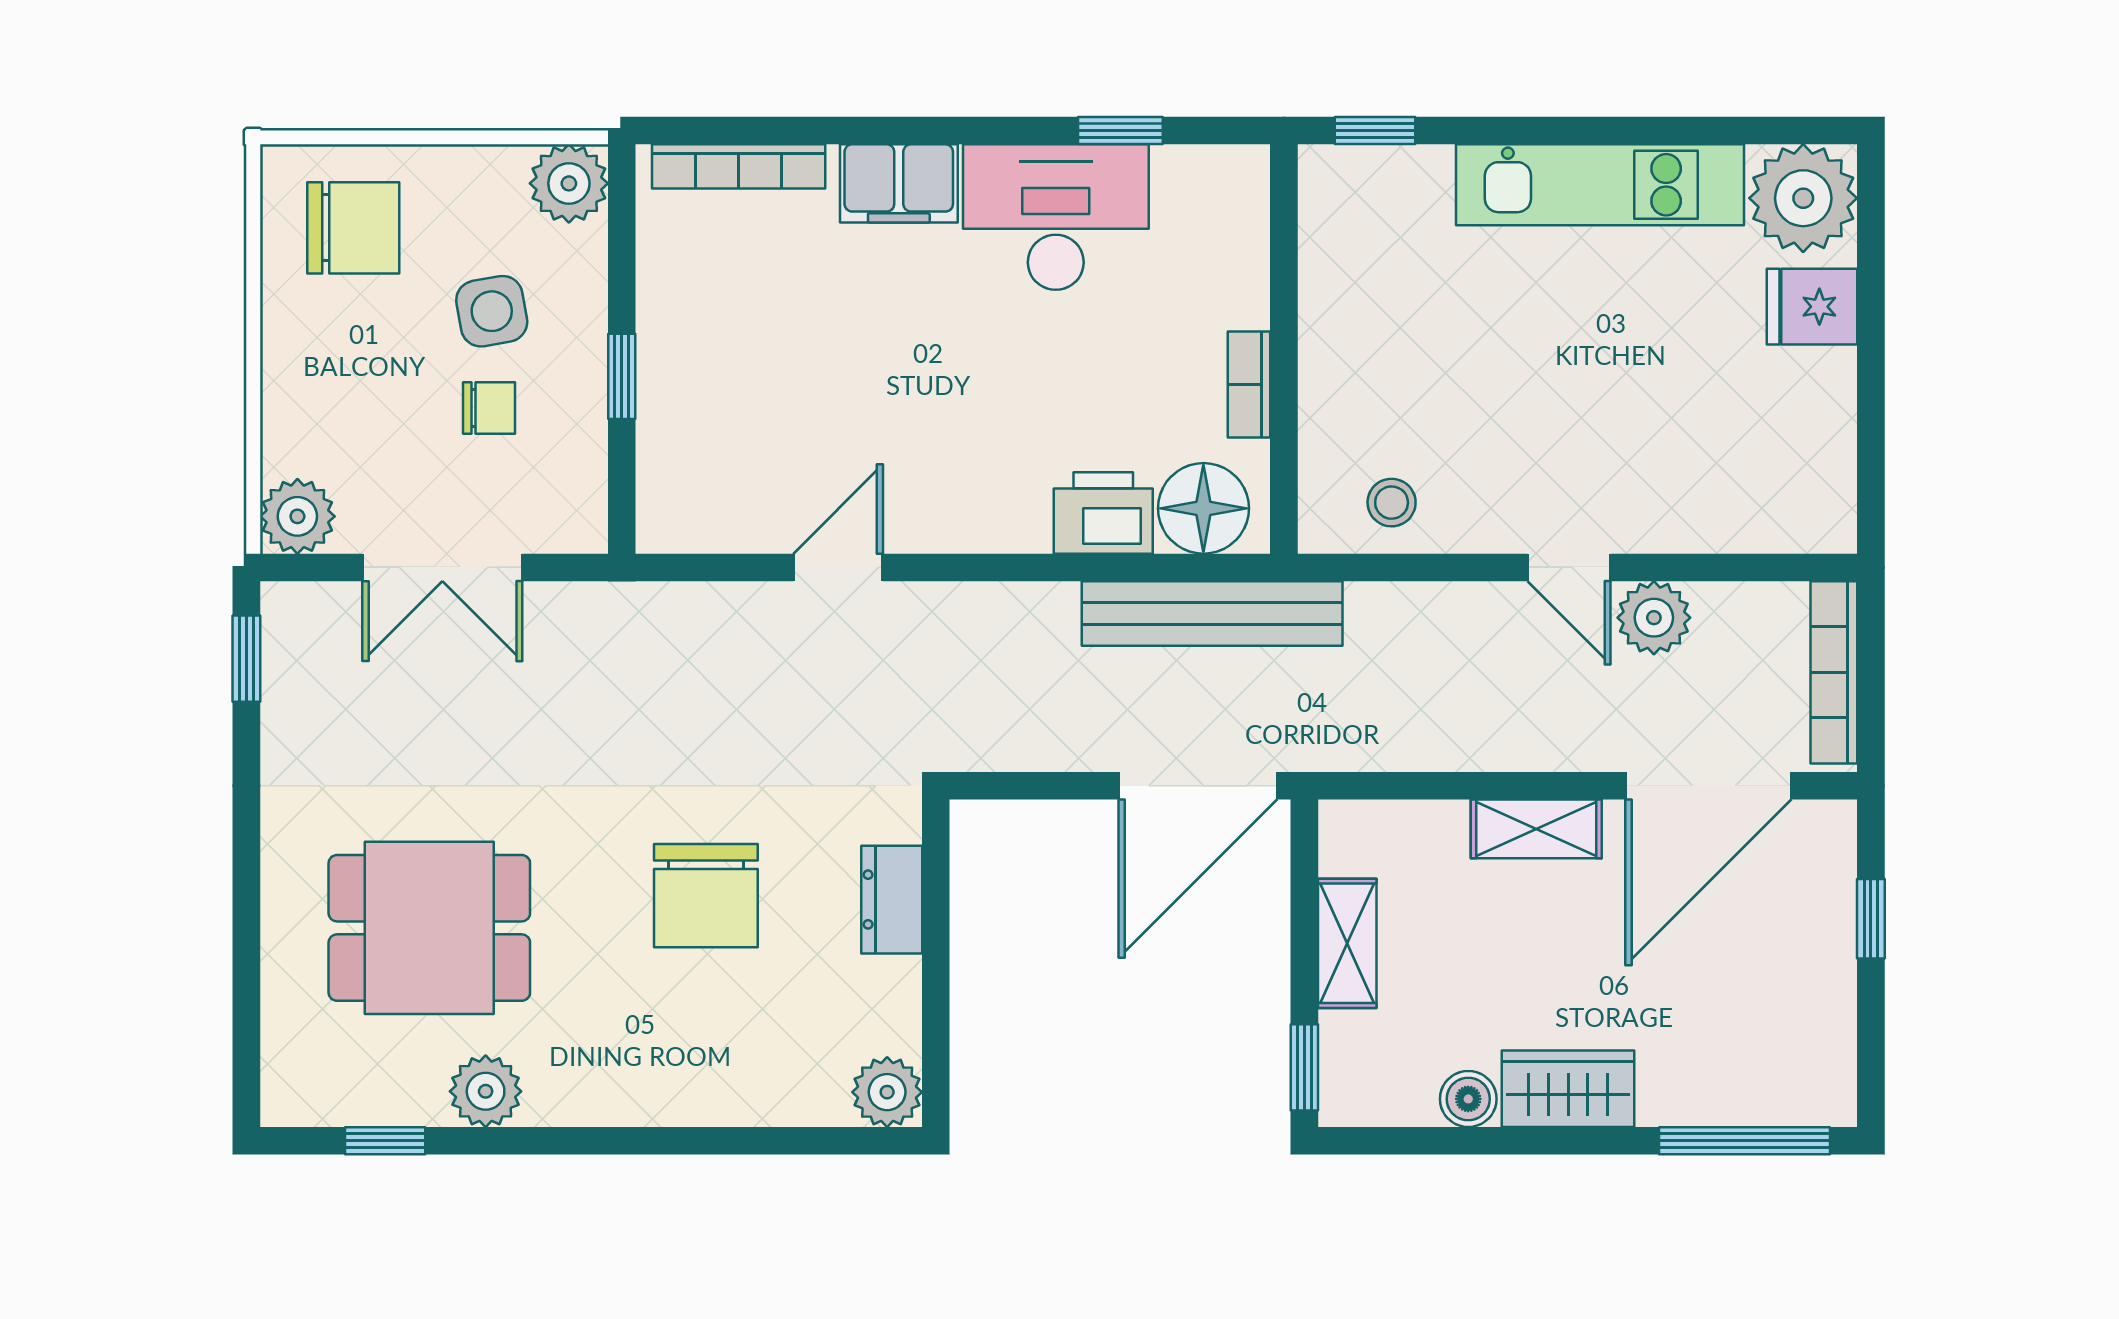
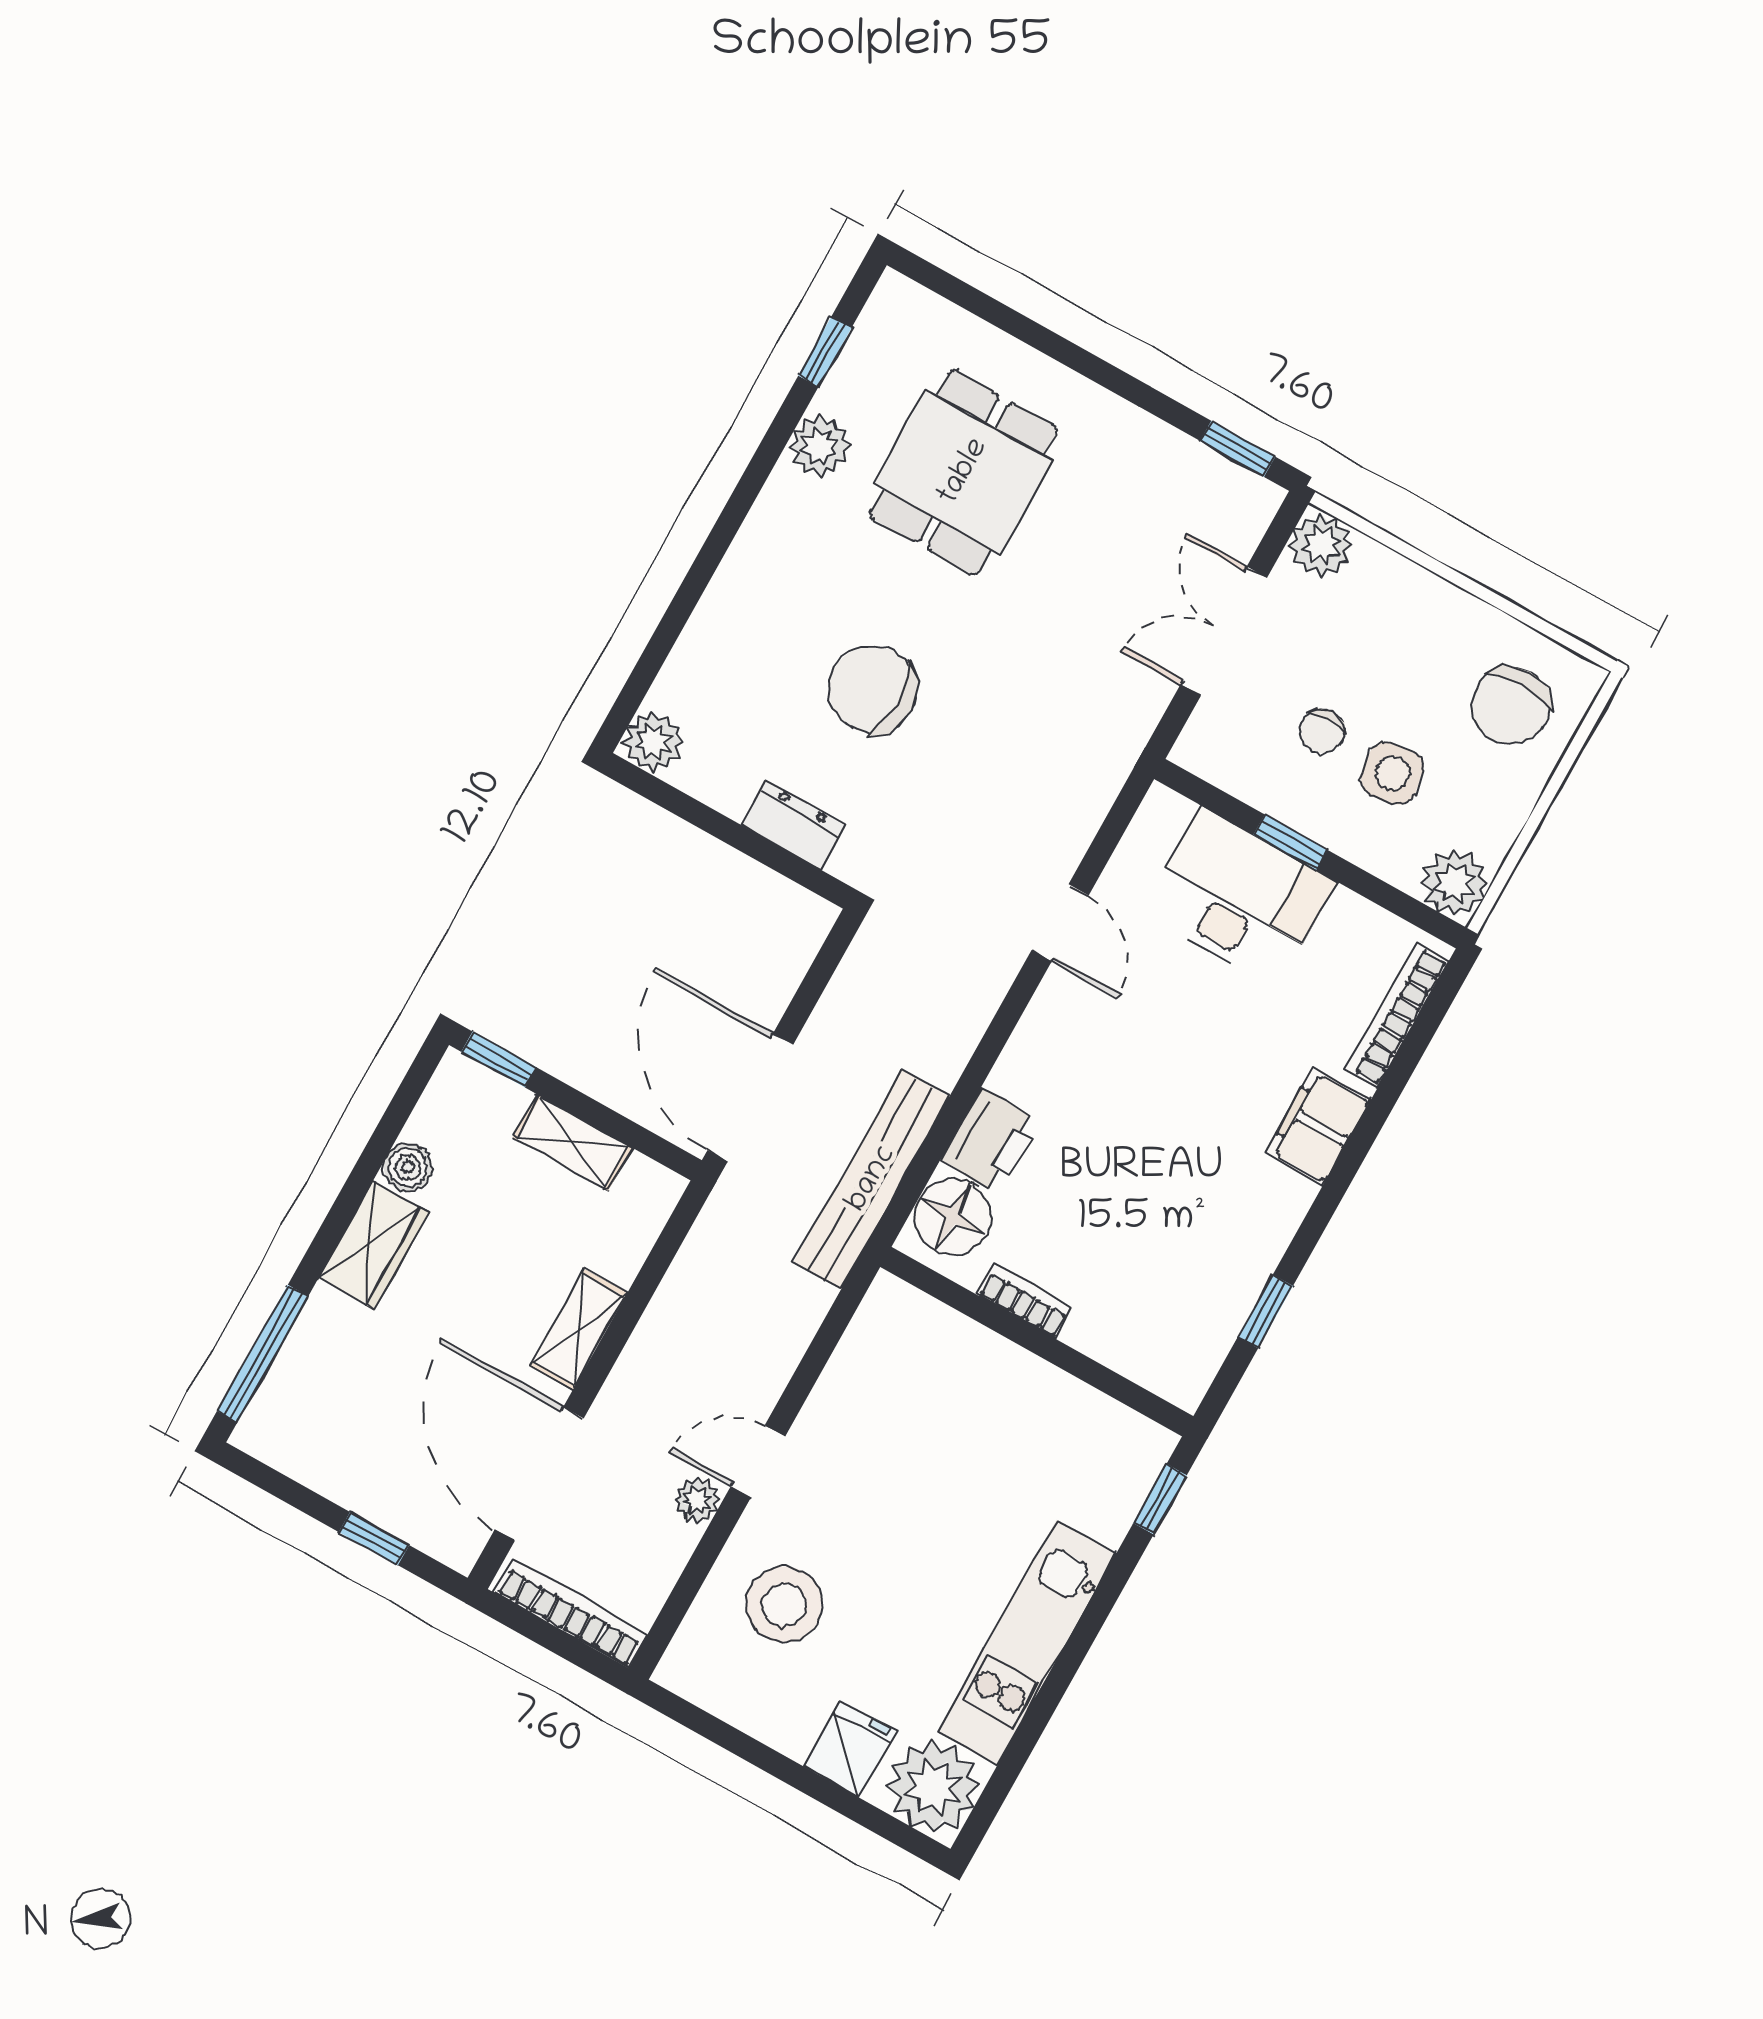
desk: (1056, 217) -> (1239, 897), moved, turned -90
stool: (1392, 503) -> (784, 1605), moved, width x1.89, depth x1.89
plant: (1654, 618) -> (697, 1500), width x0.73, depth x0.73

